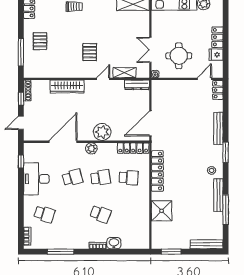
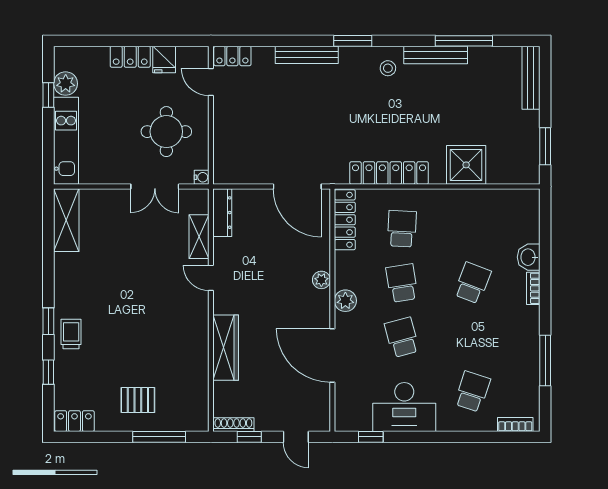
pallet: (90, 52) -> (159, 304), removed
plant: (102, 132) -> (321, 280), width x0.53, depth x0.53

